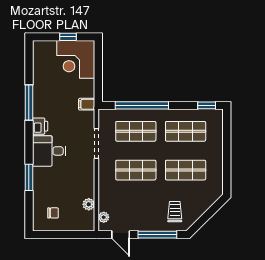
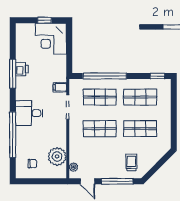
filing cabinet: (87, 104) -> (60, 87), moved
printer: (40, 126) -> (22, 69), moved
window: (29, 177) -> (13, 135), width x2.11
plant: (89, 204) -> (57, 157), width x1.87, depth x1.87

